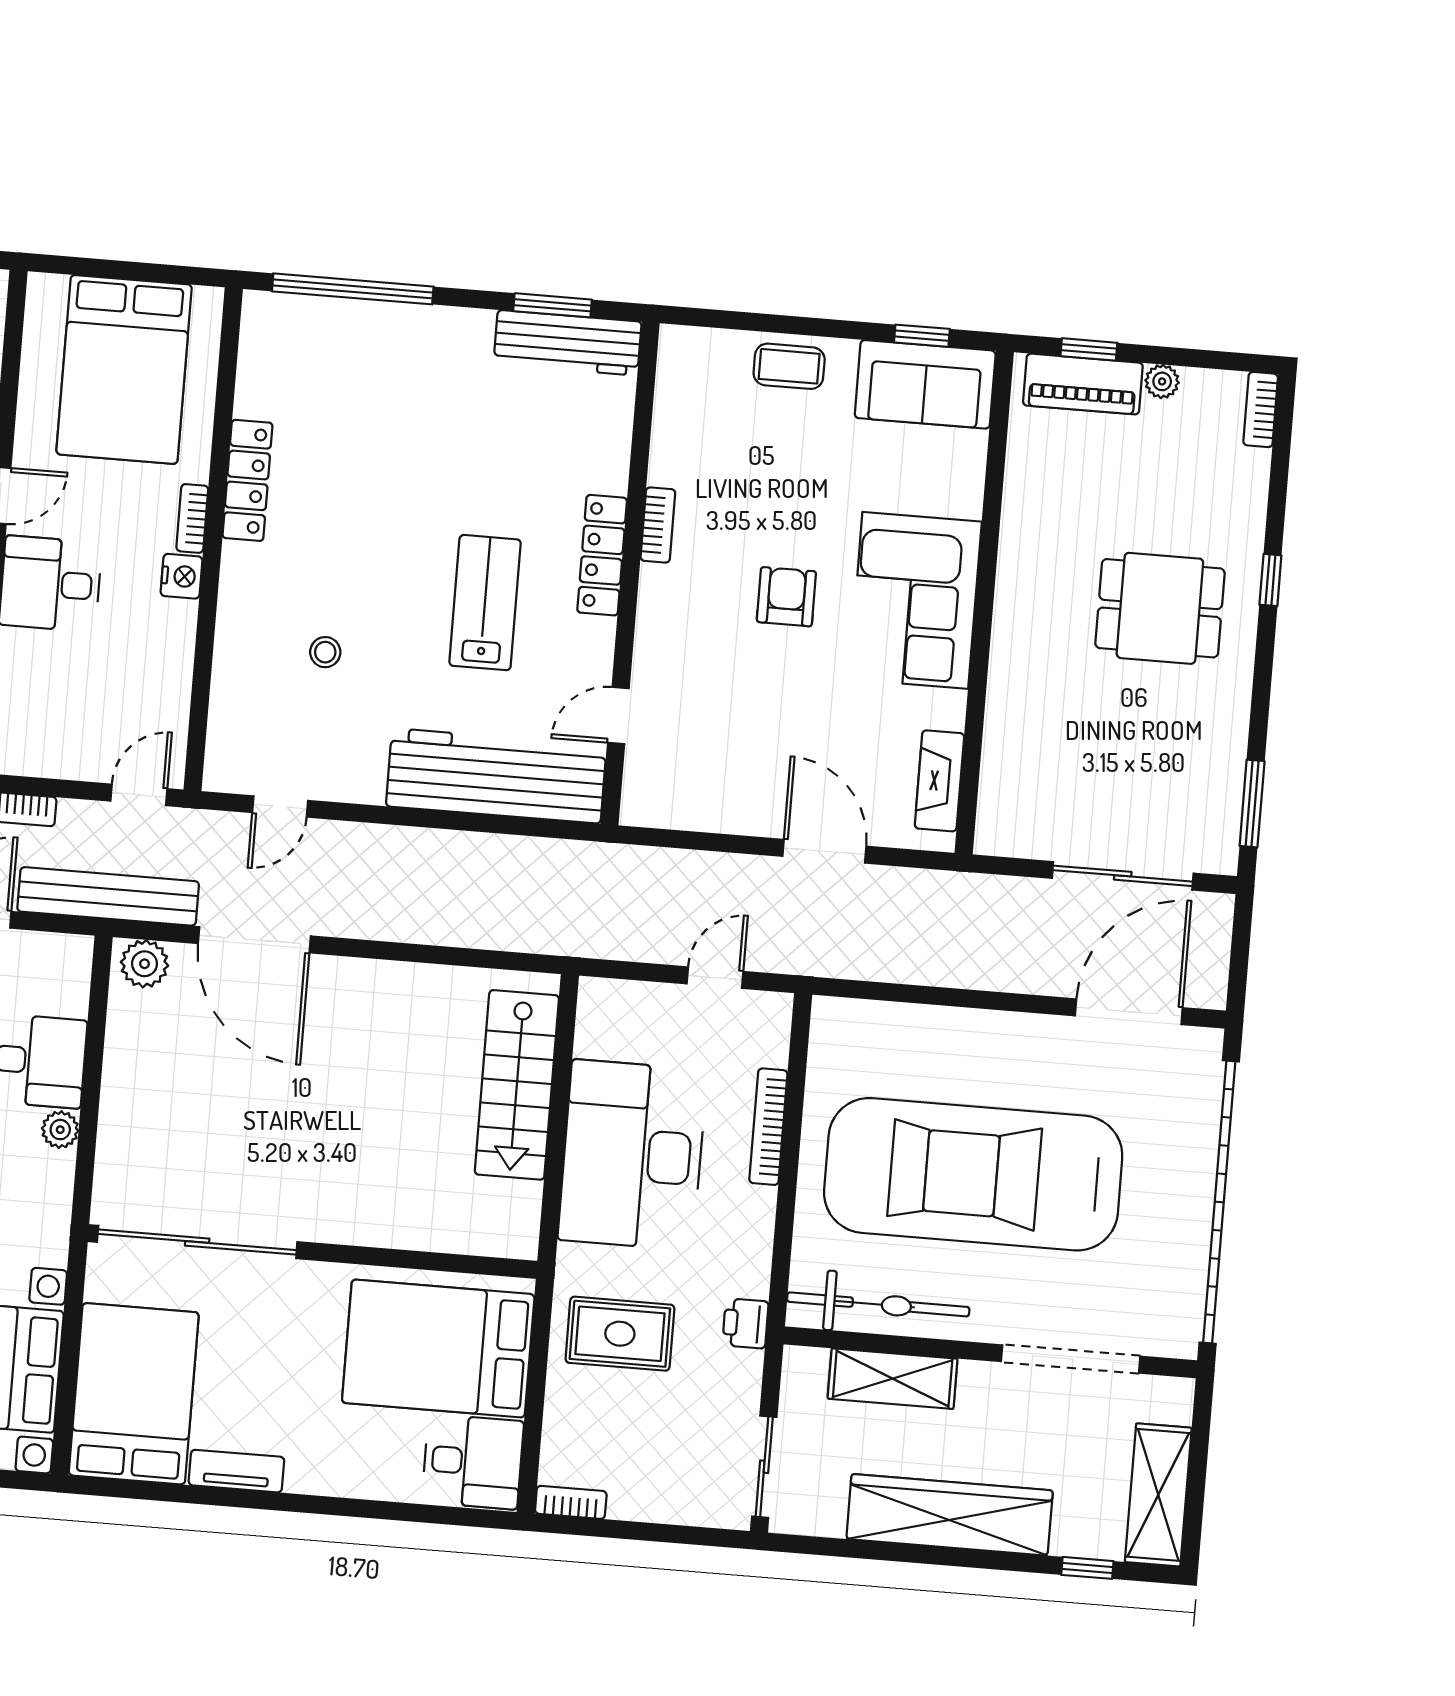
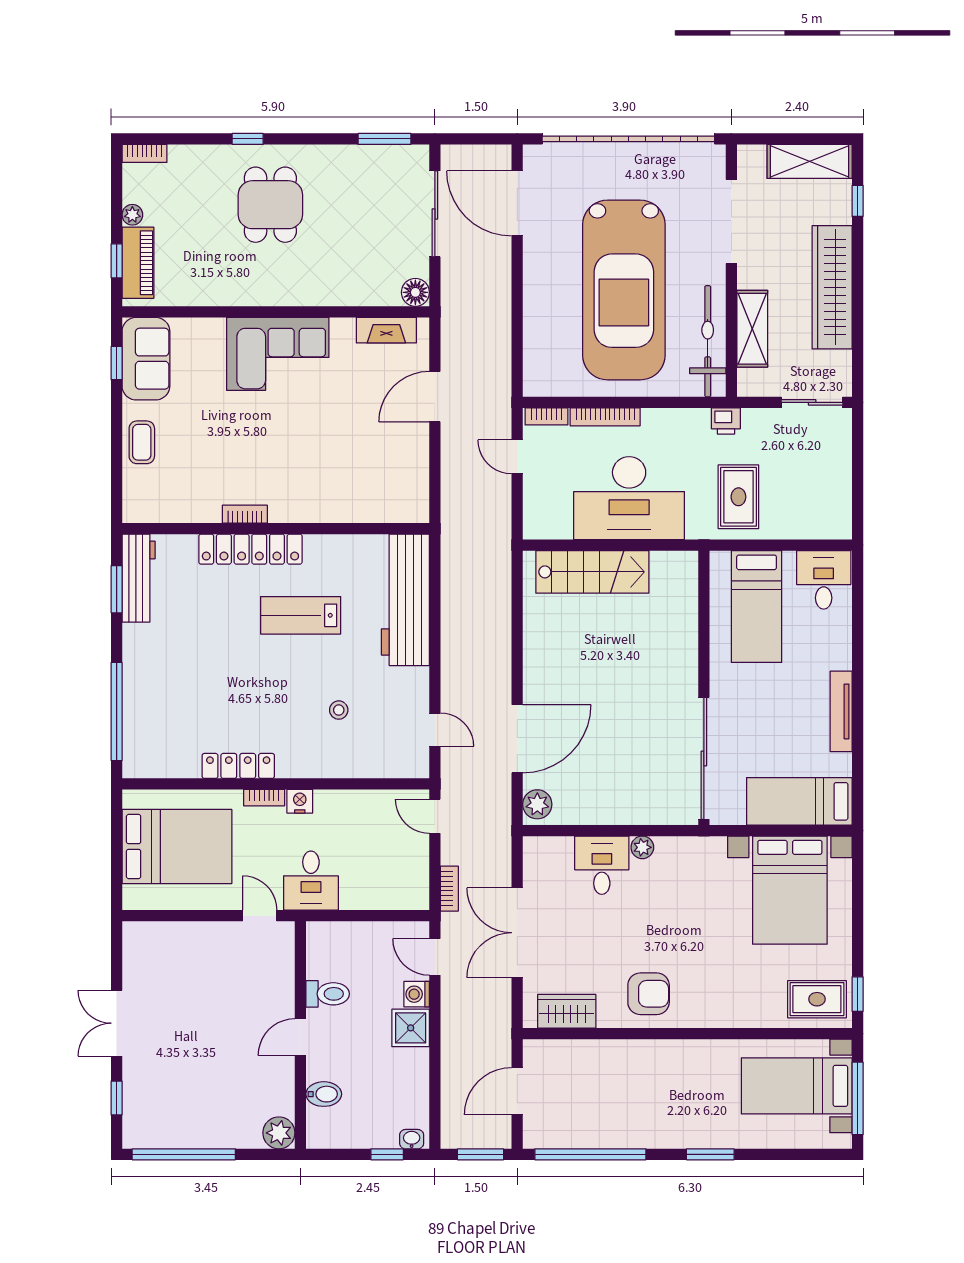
locker: (602, 555) -> (250, 549), width x1.41, depth x1.21
armchair: (786, 597) -> (282, 432), removed
door: (618, 716) -> (363, 529), removed
floor lamp: (997, 833) -> (415, 292), added
bench: (108, 896) -> (498, 830), removed
bed: (438, 1349) -> (757, 607), width x0.67
bed: (134, 1394) -> (799, 801), width x0.67
tv unit: (236, 1471) -> (841, 711), width x1.41
bookcase: (571, 1502) -> (546, 416), moved, turned -90

